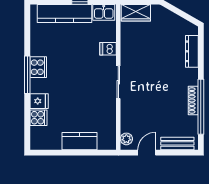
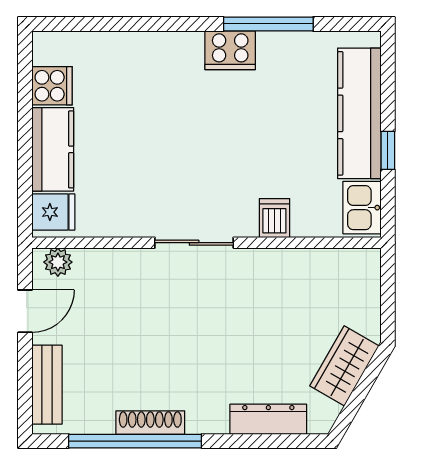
wardrobe: (136, 13) -> (344, 366), moved, turned 30
window: (27, 75) -> (268, 24), moved
fridge: (39, 101) -> (53, 212), moved, turned -90
cooker: (39, 118) -> (52, 86), moved, turned -90
door: (147, 153) -> (25, 311), hinge flipped

